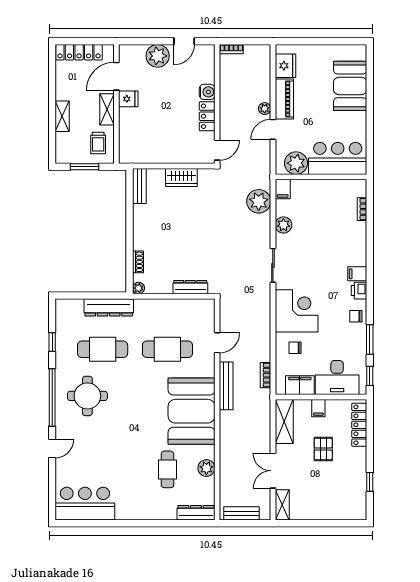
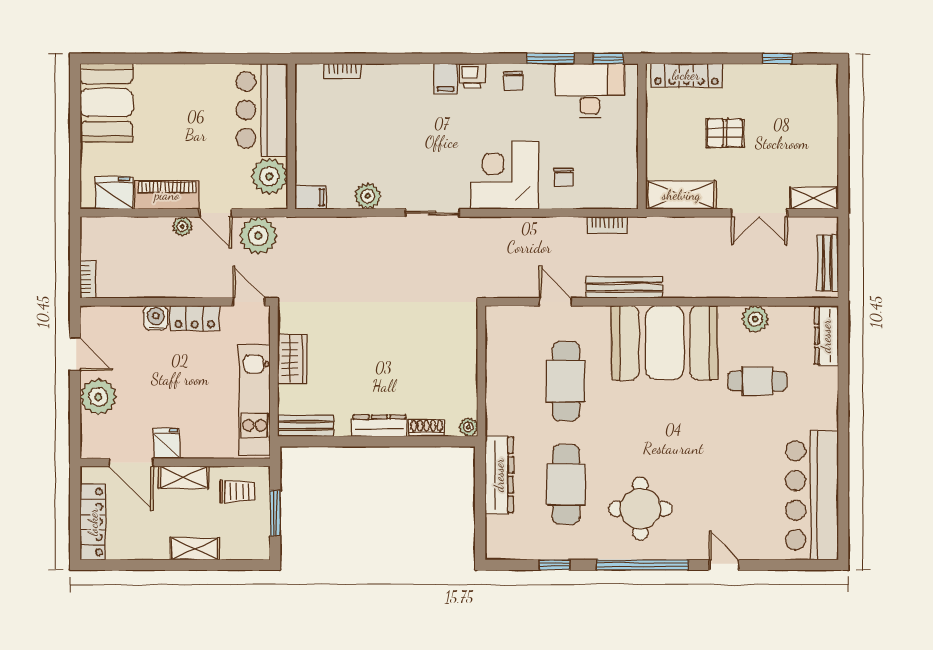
booth: (350, 86) -> (106, 103), moved, turned 90
kitchen unit: (156, 154) -> (255, 400), added
plant: (259, 201) -> (258, 236), moved
dresser: (190, 287) -> (379, 426), moved, turned 90
desk: (337, 378) -> (590, 91), moved, turned -90
filing cabinet: (300, 385) -> (623, 170), removed
filing cabinet: (318, 408) -> (660, 141), removed
bar counter: (85, 504) -> (812, 495), width x1.36

